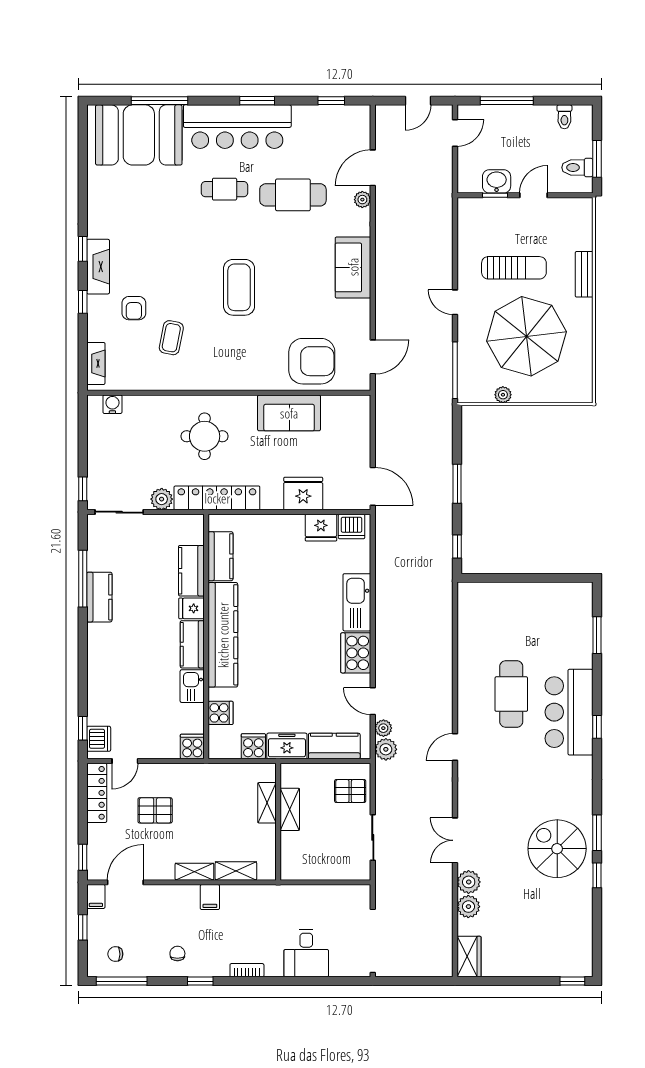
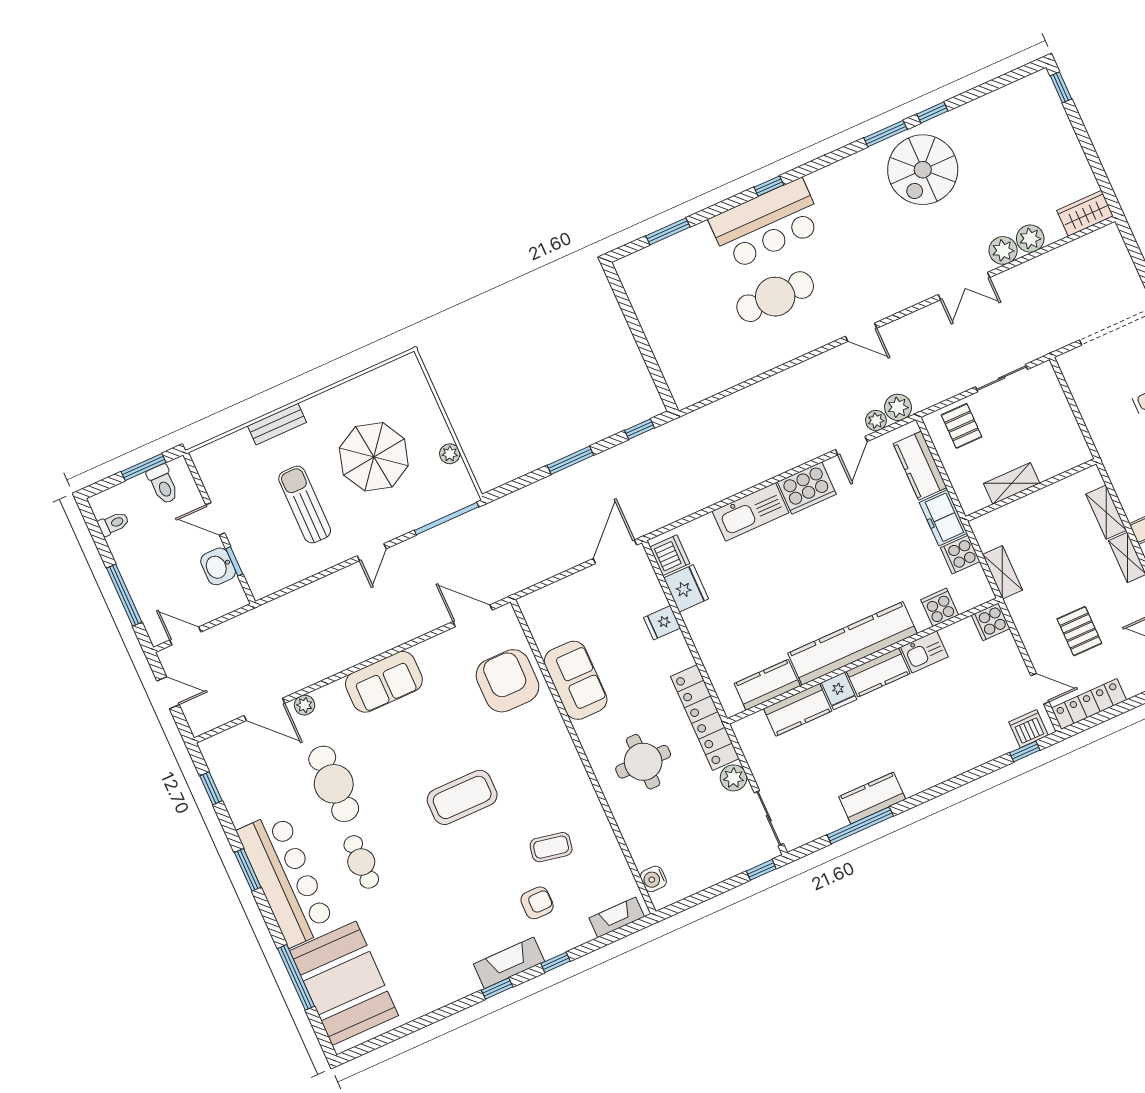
parasol: (526, 336) -> (374, 457), width x0.73, depth x0.73
fridge: (303, 494) -> (662, 623), width x0.53, depth x0.75
shelving: (267, 803) -> (1002, 572), moved, turned 90

